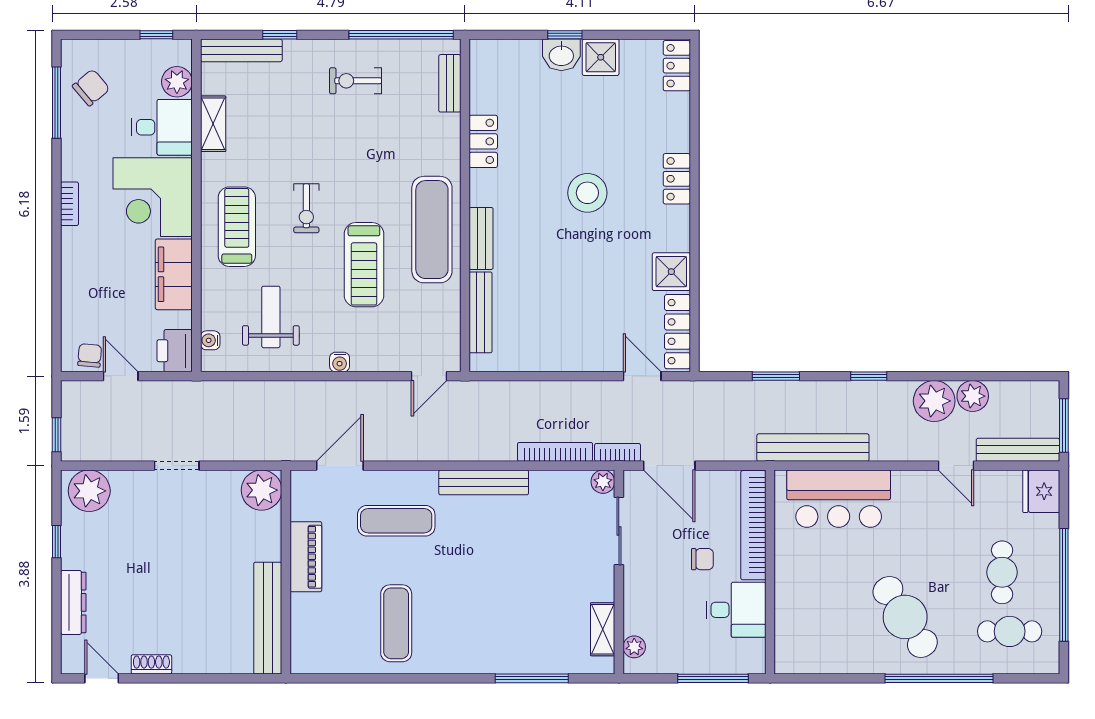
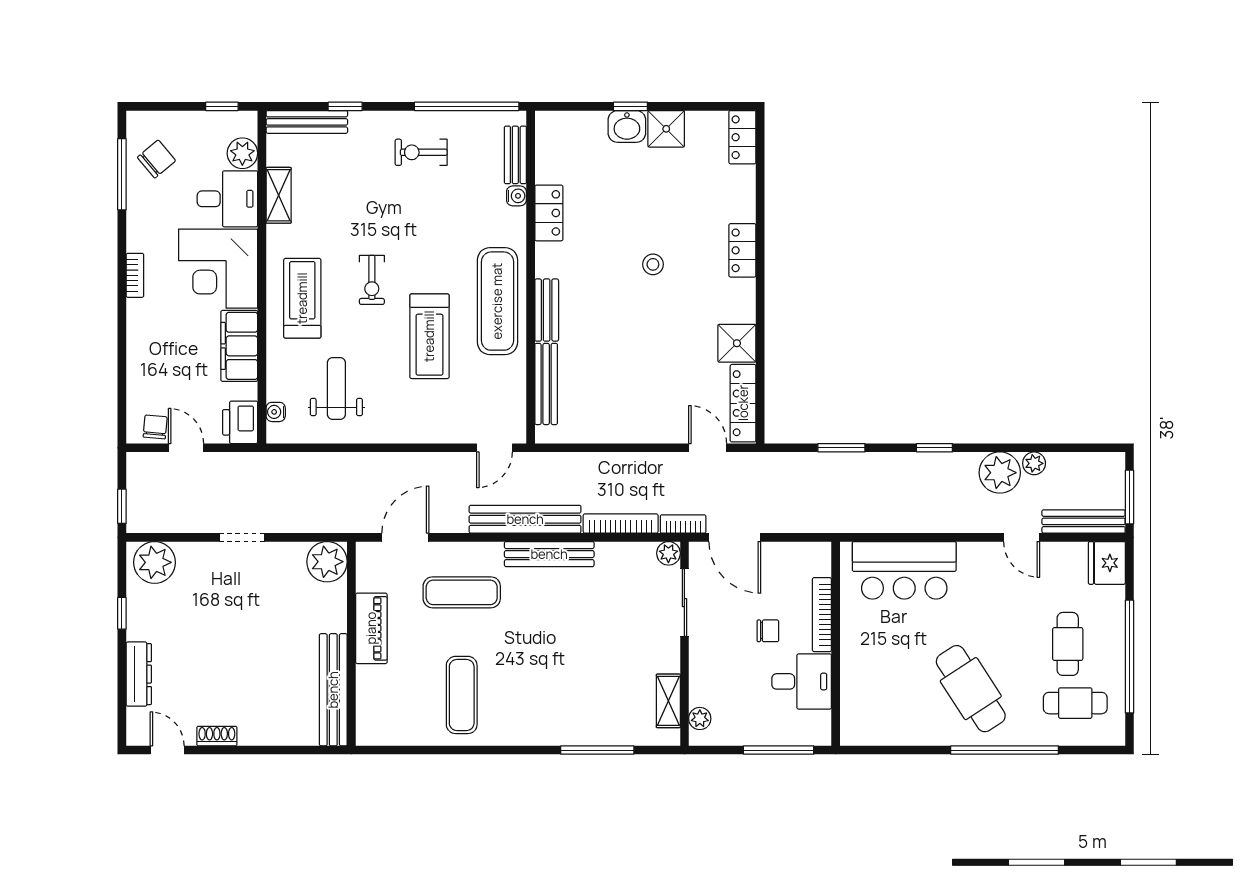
stool: (587, 193) -> (653, 264), width x0.53, depth x0.53
water cooler: (340, 362) -> (516, 196), moved, turned -90
plant: (973, 396) -> (1034, 463), width x0.73, depth x0.73
bench: (813, 448) -> (525, 519), moved
bookcase: (753, 525) -> (822, 615), width x0.68, depth x0.76

